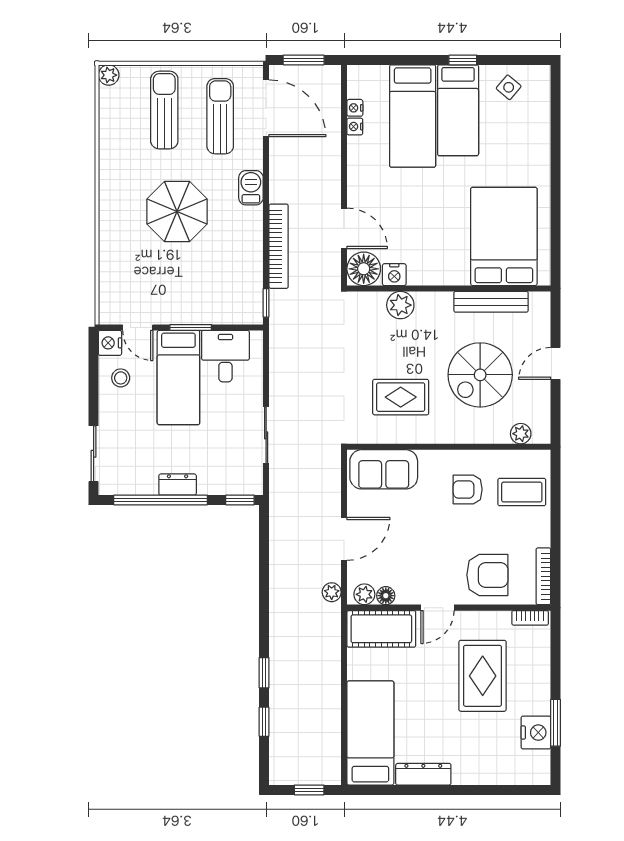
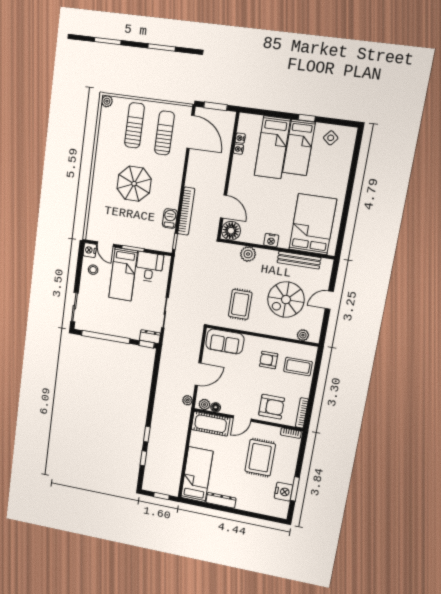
barbecue: (251, 188) -> (170, 219), moved
nightstand: (394, 275) -> (271, 240), moved
rug: (401, 397) -> (240, 304), turned 90
dresser: (178, 485) -> (150, 337), moved

